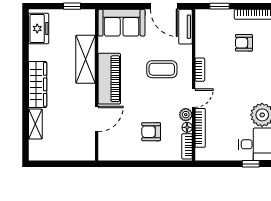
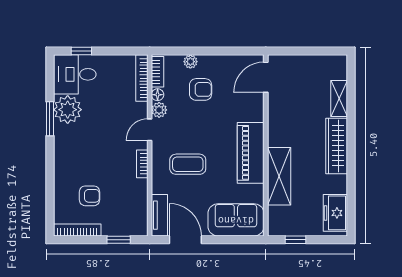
door: (97, 119) -> (266, 77), moved
bookcase: (200, 128) -> (142, 78), moved
plant: (160, 155) -> (190, 62), added

